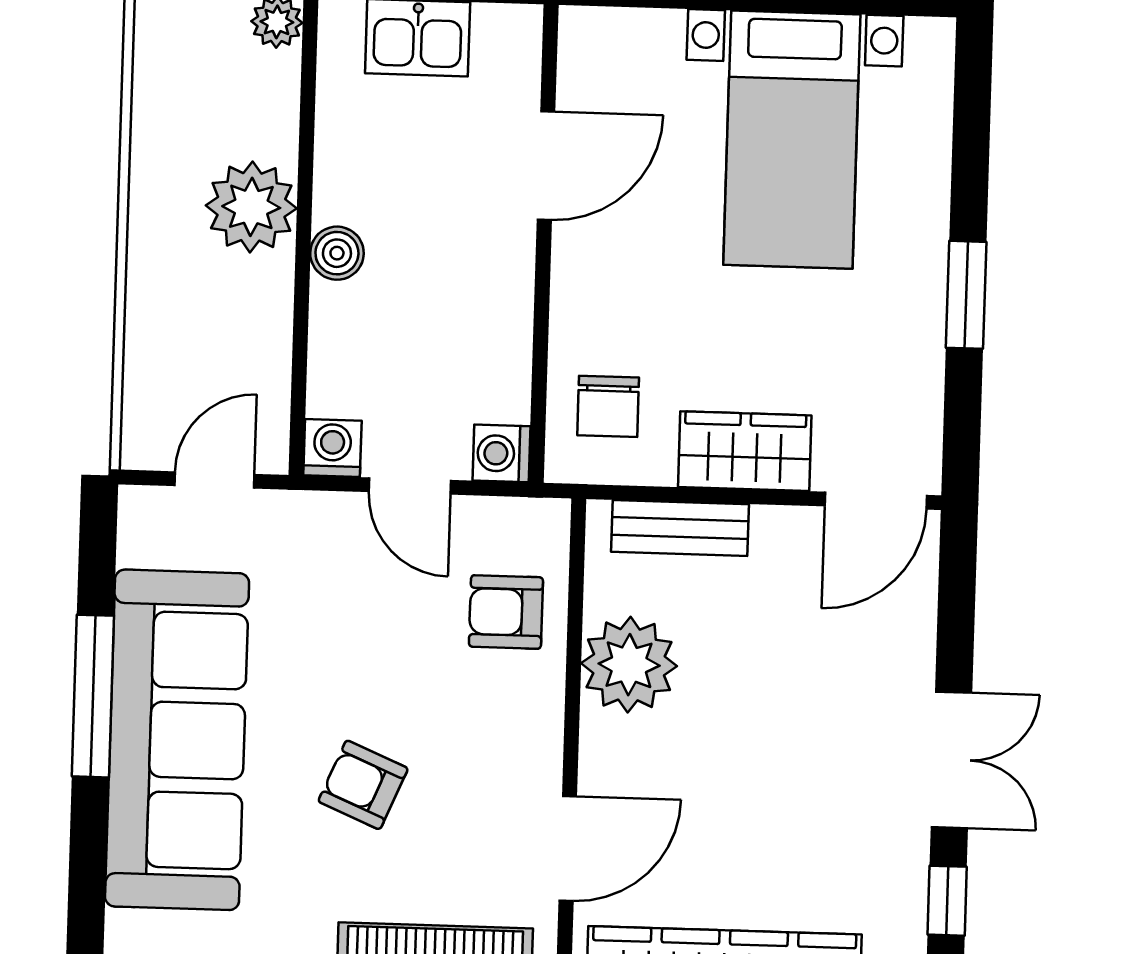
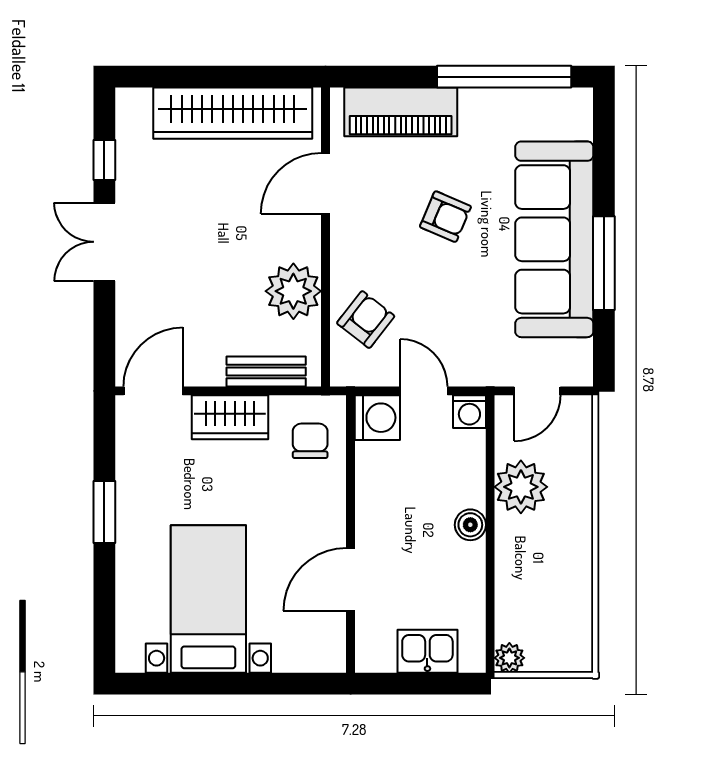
plant: (251, 207) -> (521, 487), moved
washing machine: (502, 453) -> (377, 418), width x1.38, depth x1.38
armchair: (506, 612) -> (366, 320), turned -52

